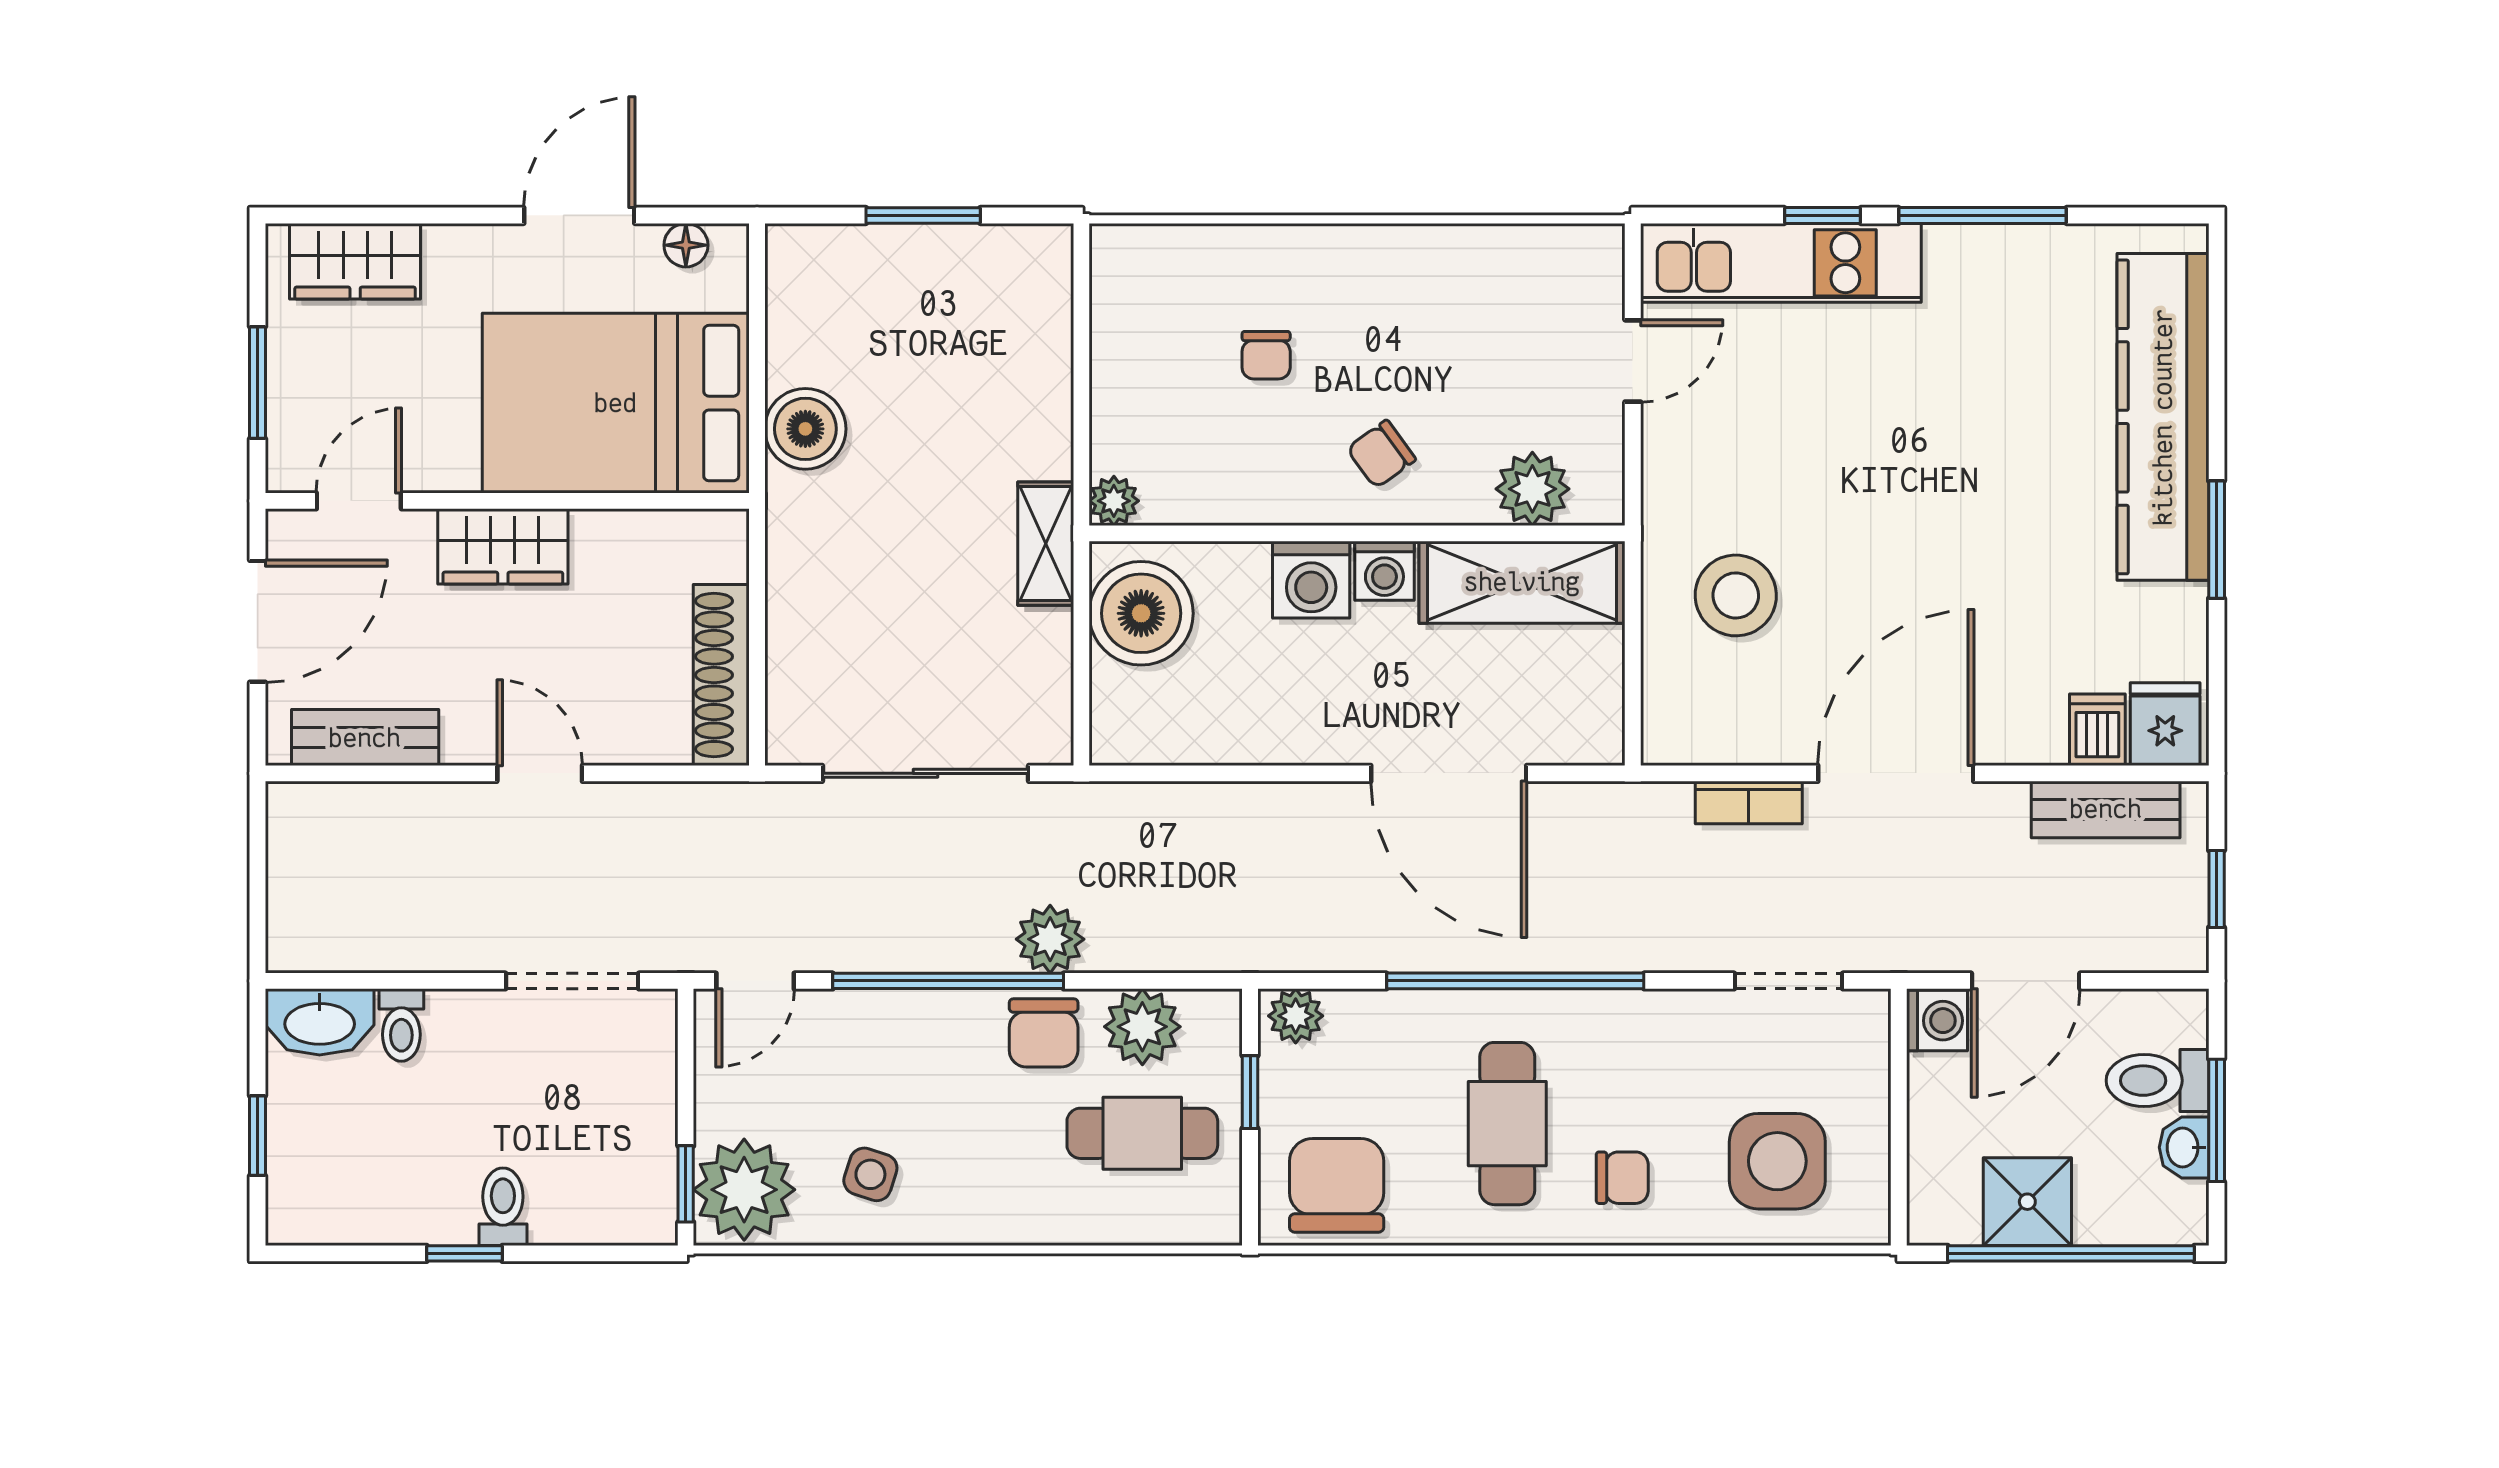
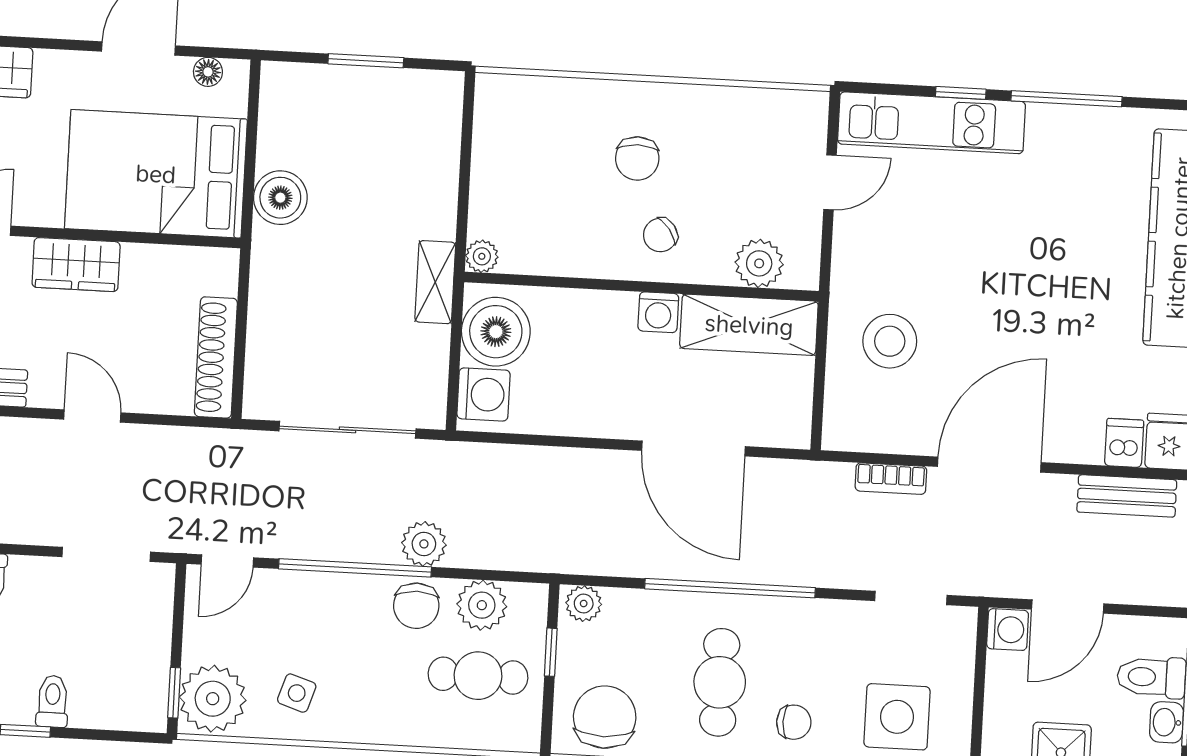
chair: (1266, 355) -> (637, 158), moved, width x1.37, depth x1.37
washing machine: (1311, 580) -> (483, 394), moved, turned -90

